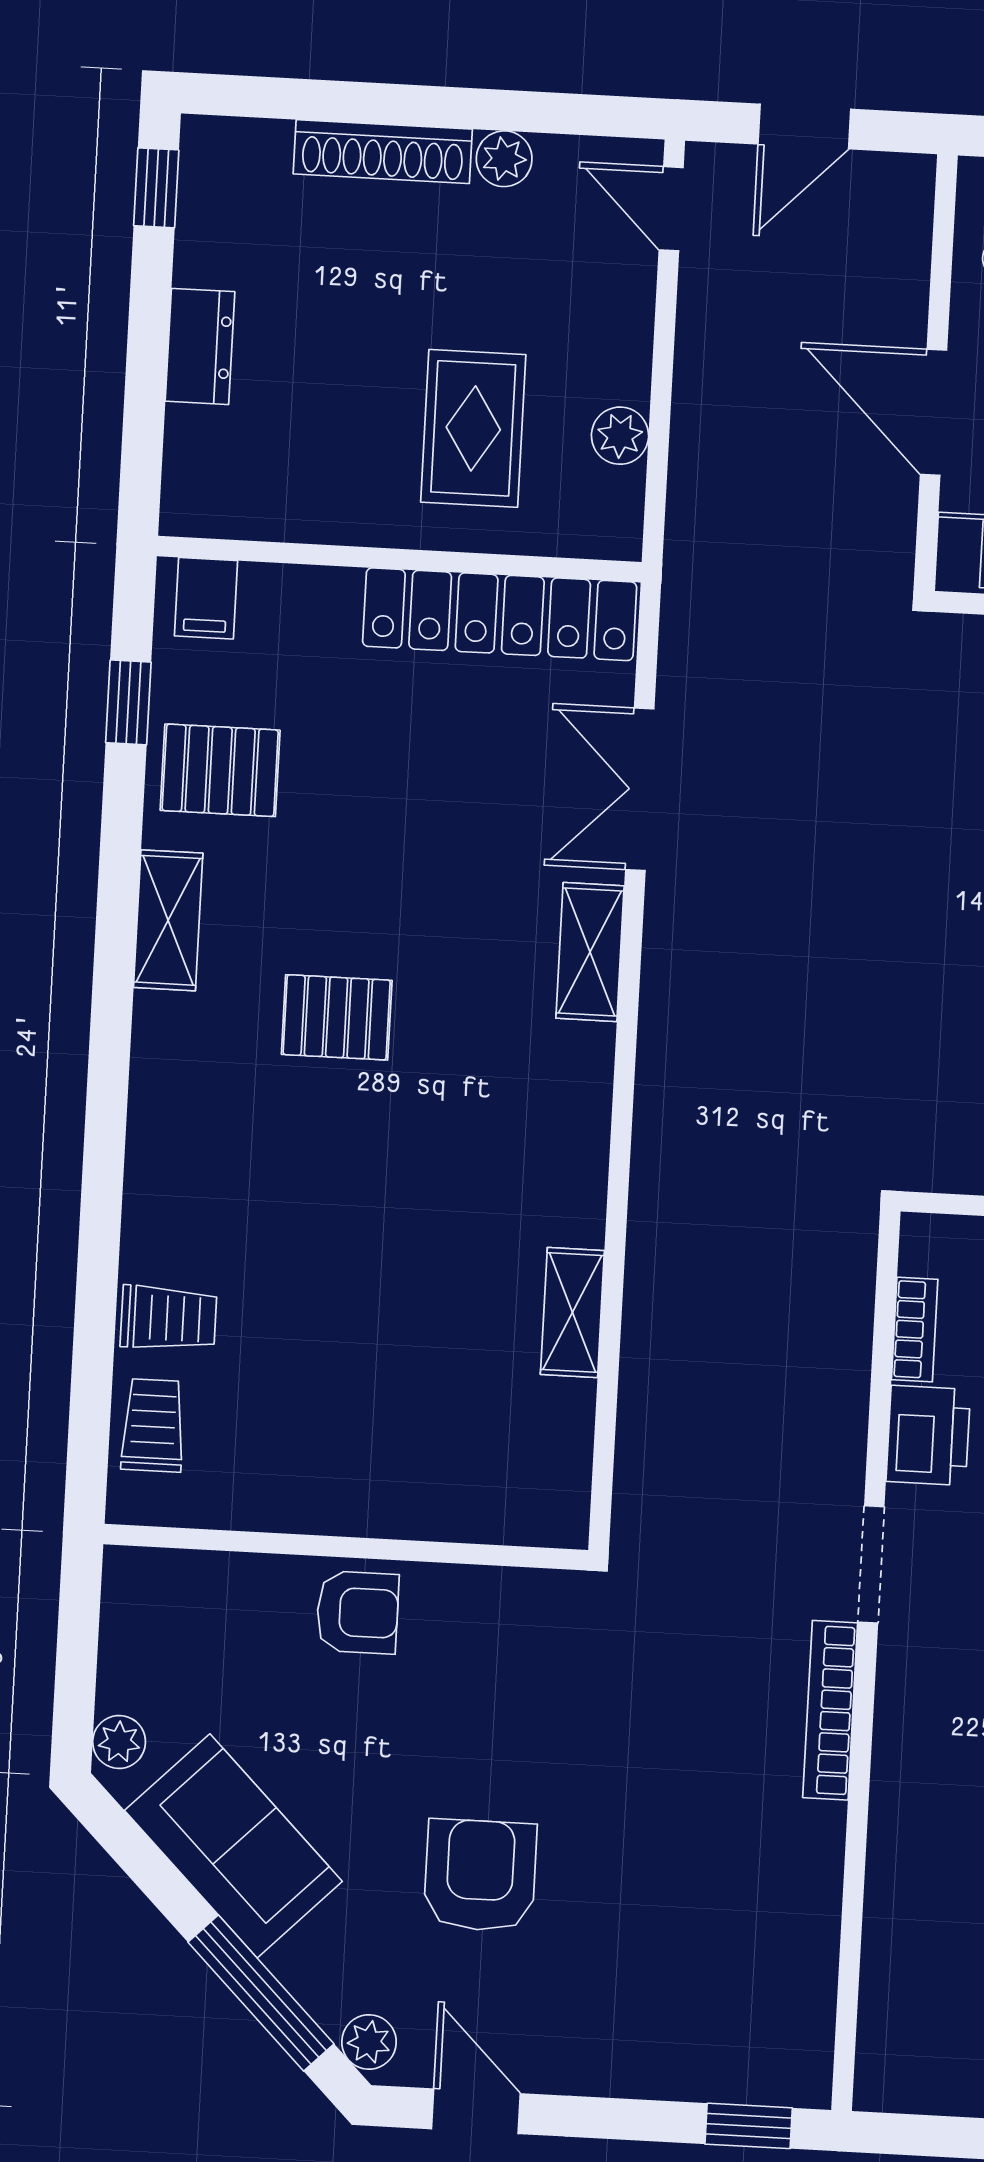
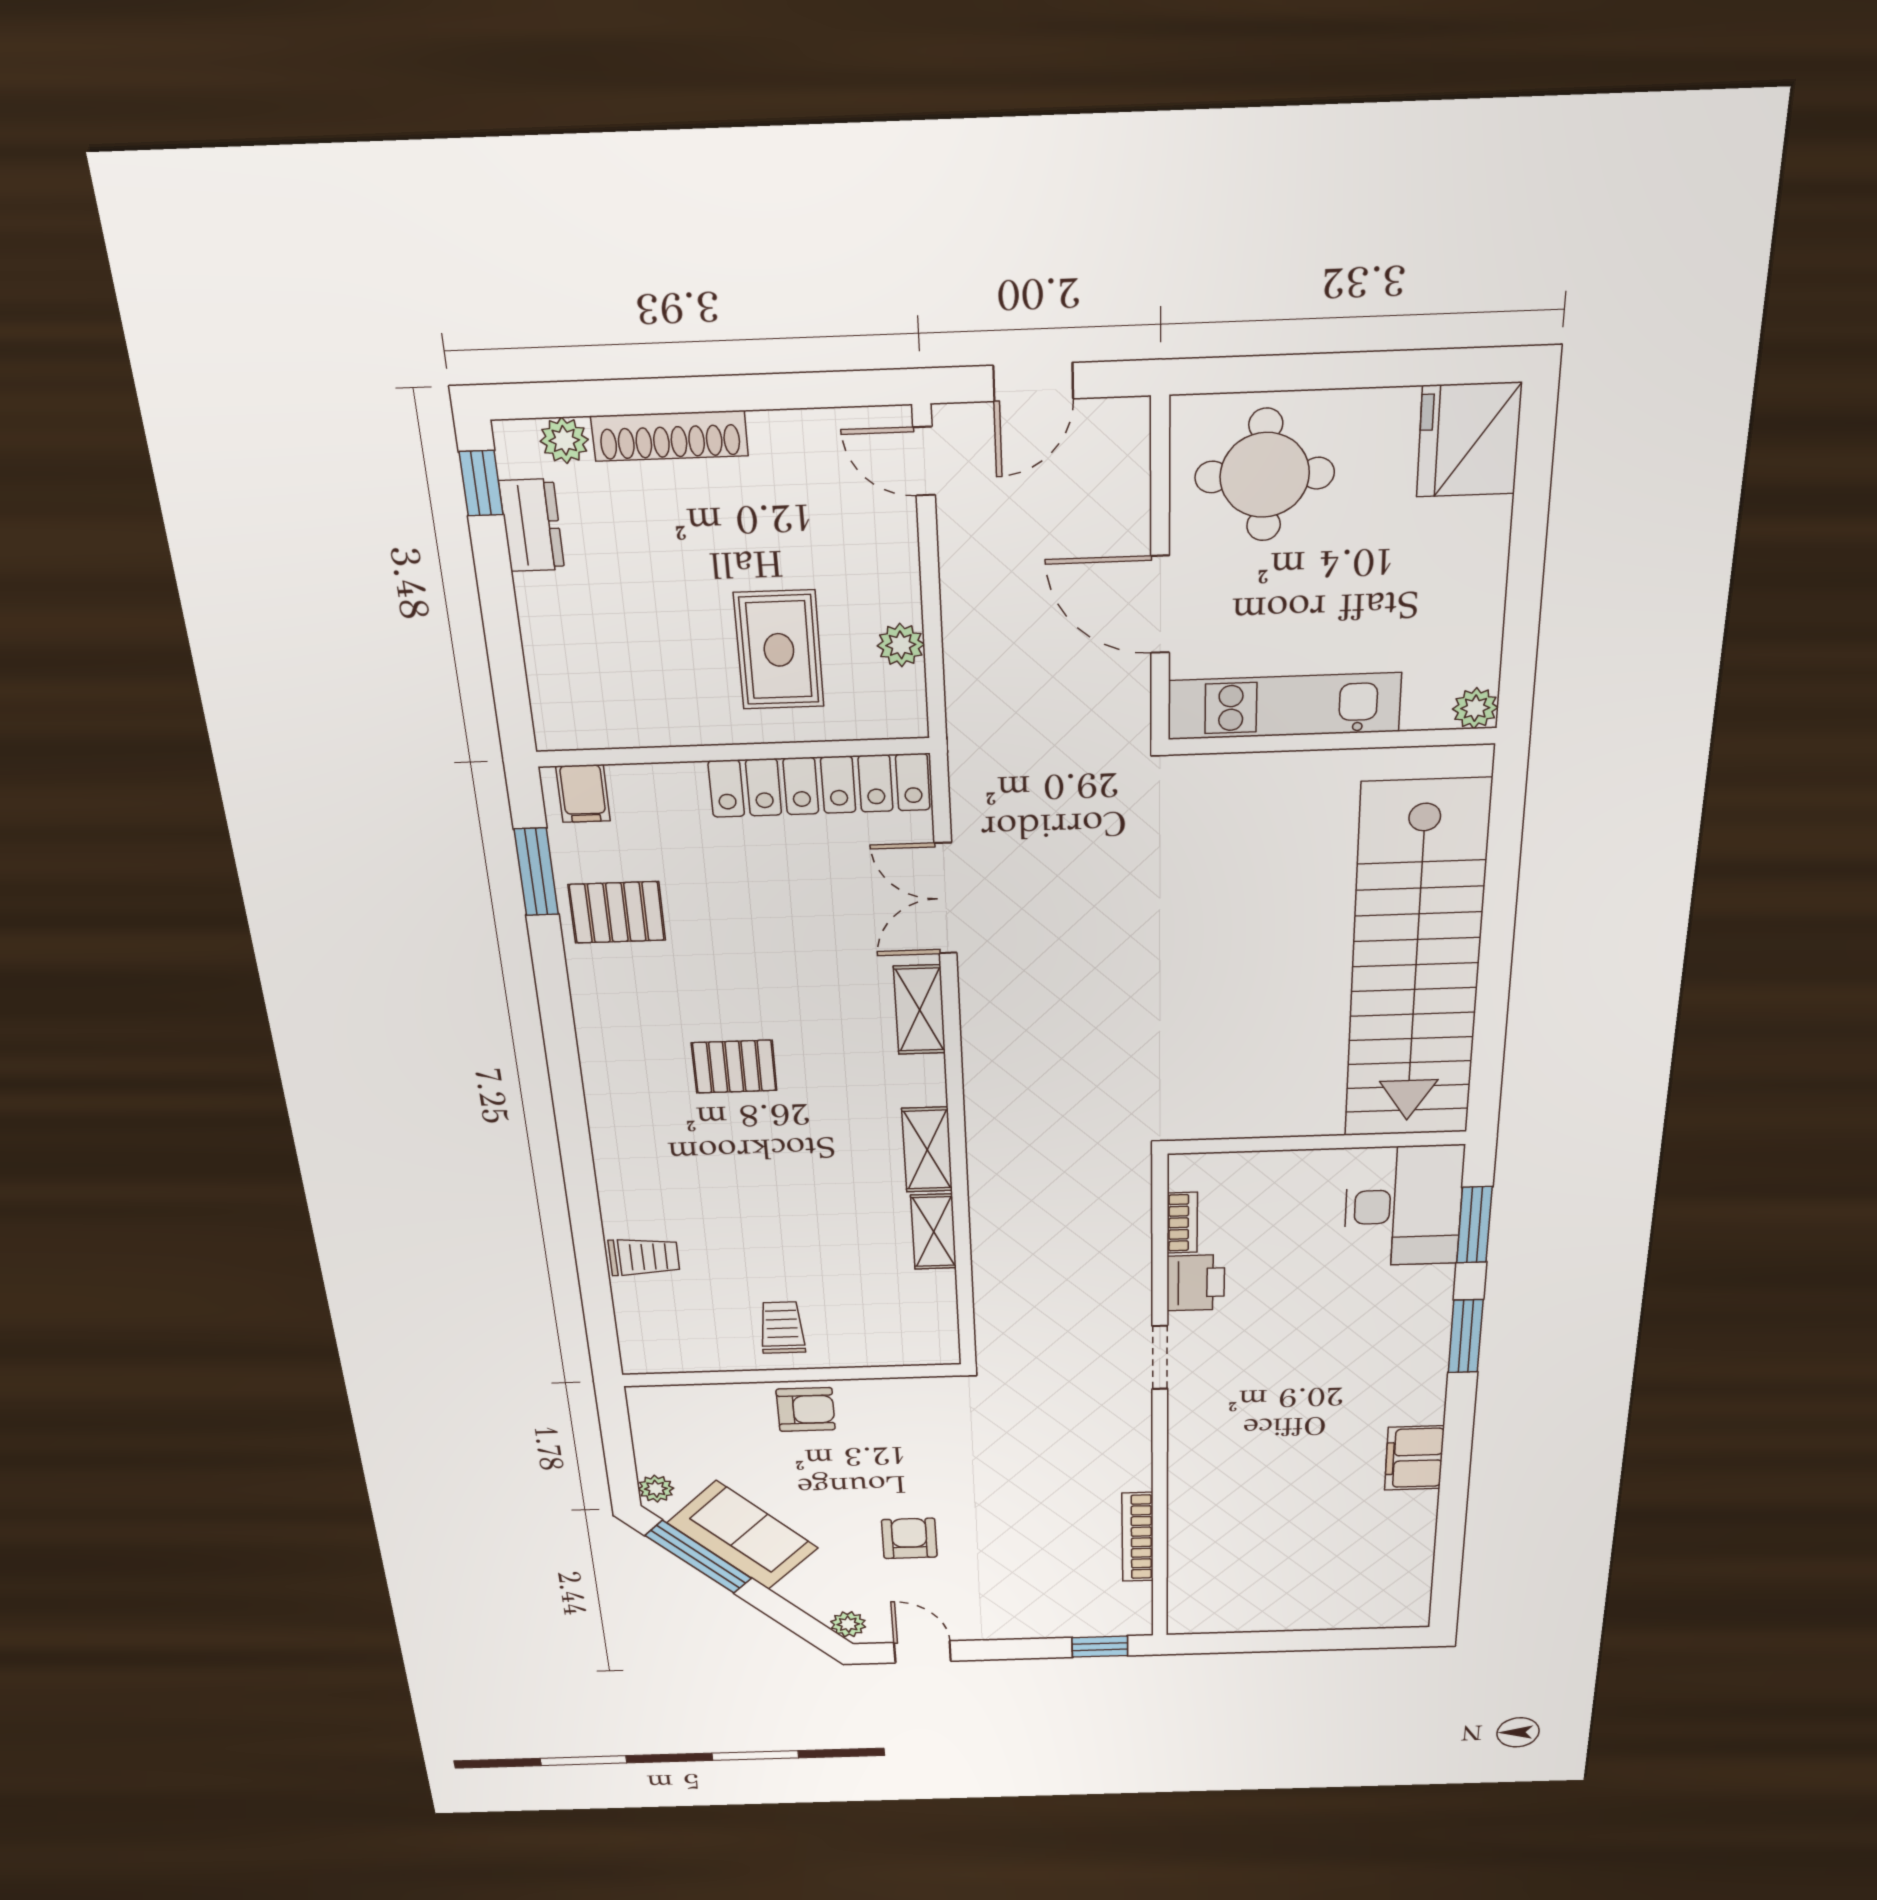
plant: (504, 159) -> (564, 440), moved
dresser: (200, 346) -> (532, 525), moved
window: (128, 702) -> (536, 872), width x1.50
shelving: (168, 920) -> (927, 1150), moved
trolley: (153, 1425) -> (782, 1328), moved
bookcase: (830, 1710) -> (1138, 1537), moved
armchair: (480, 1875) -> (909, 1538), width x0.72, depth x0.72
window: (261, 1993) -> (698, 1557), moved

